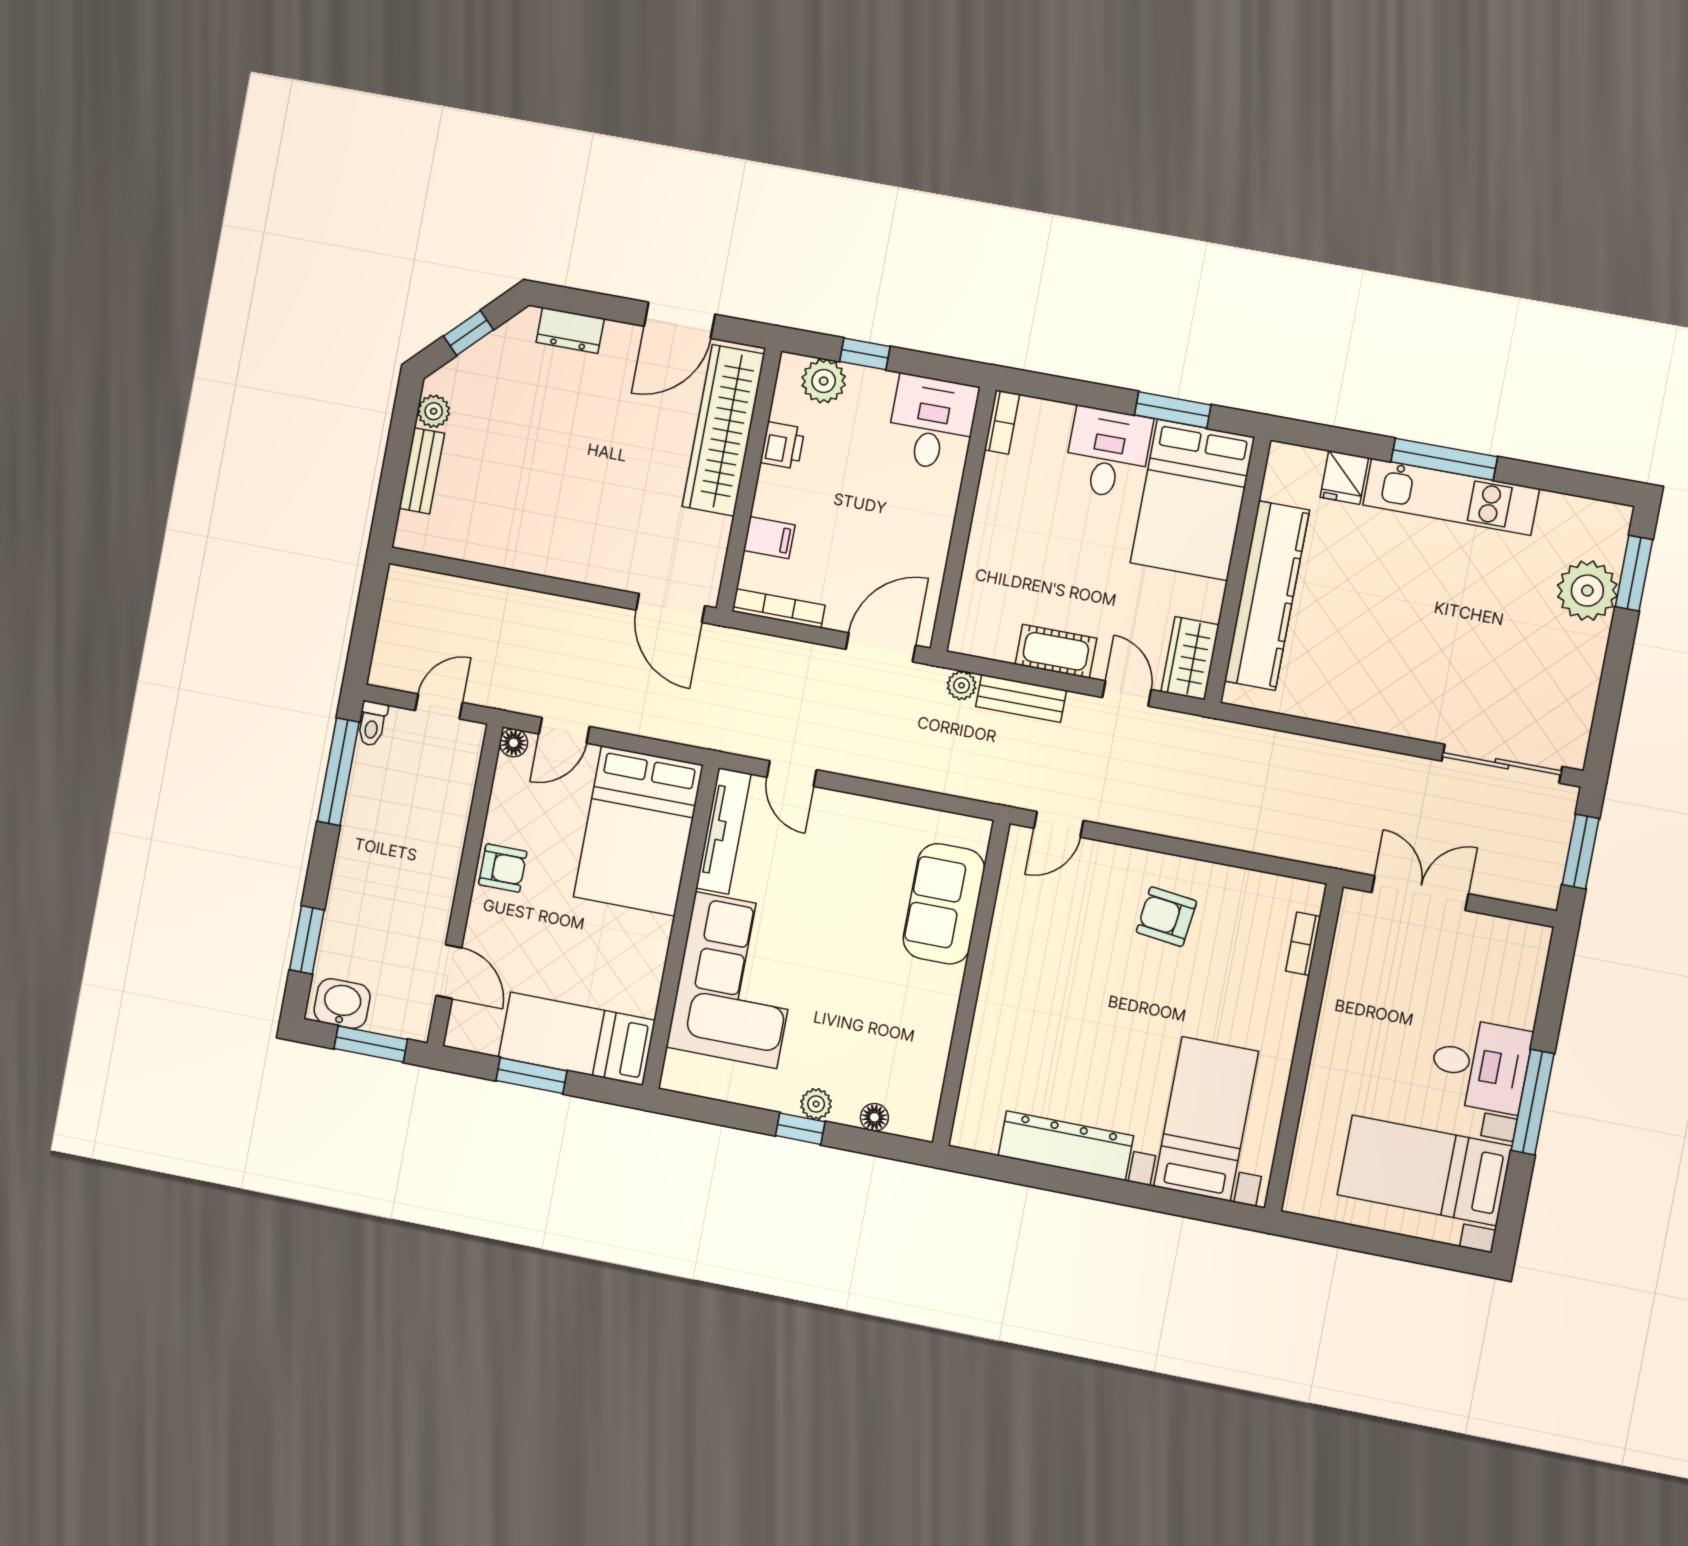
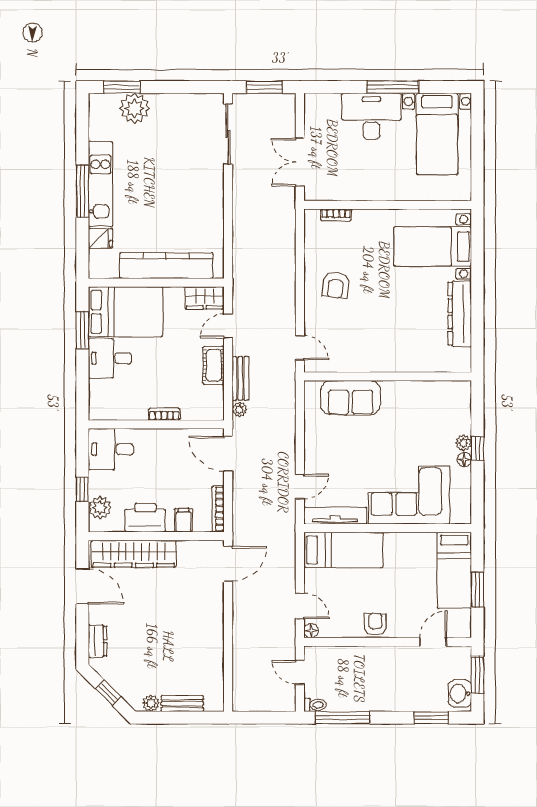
bookcase: (1002, 422) -> (164, 414), moved
printer: (783, 445) -> (145, 518), width x1.87, depth x1.48
bed: (638, 831) -> (343, 550), width x0.67
desk: (1480, 1065) -> (371, 116), width x1.37
floor lamp: (874, 1117) -> (464, 460), moved

